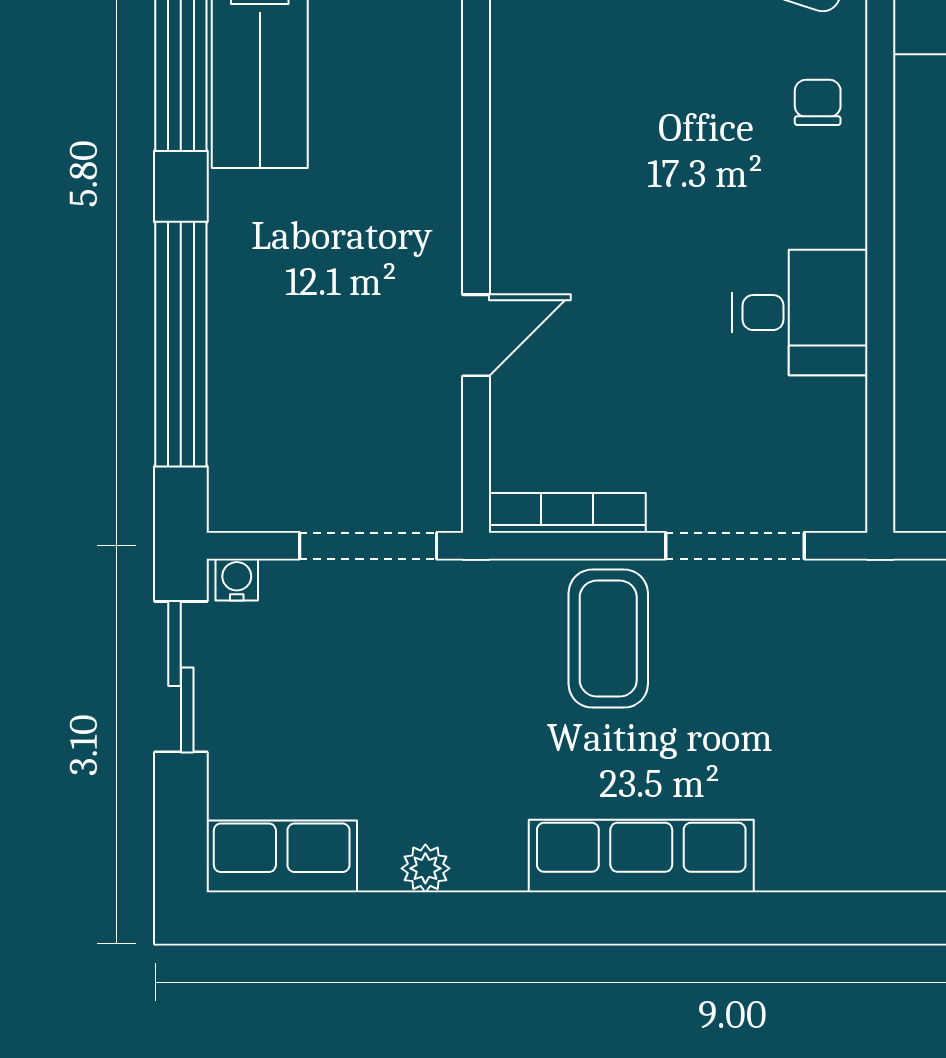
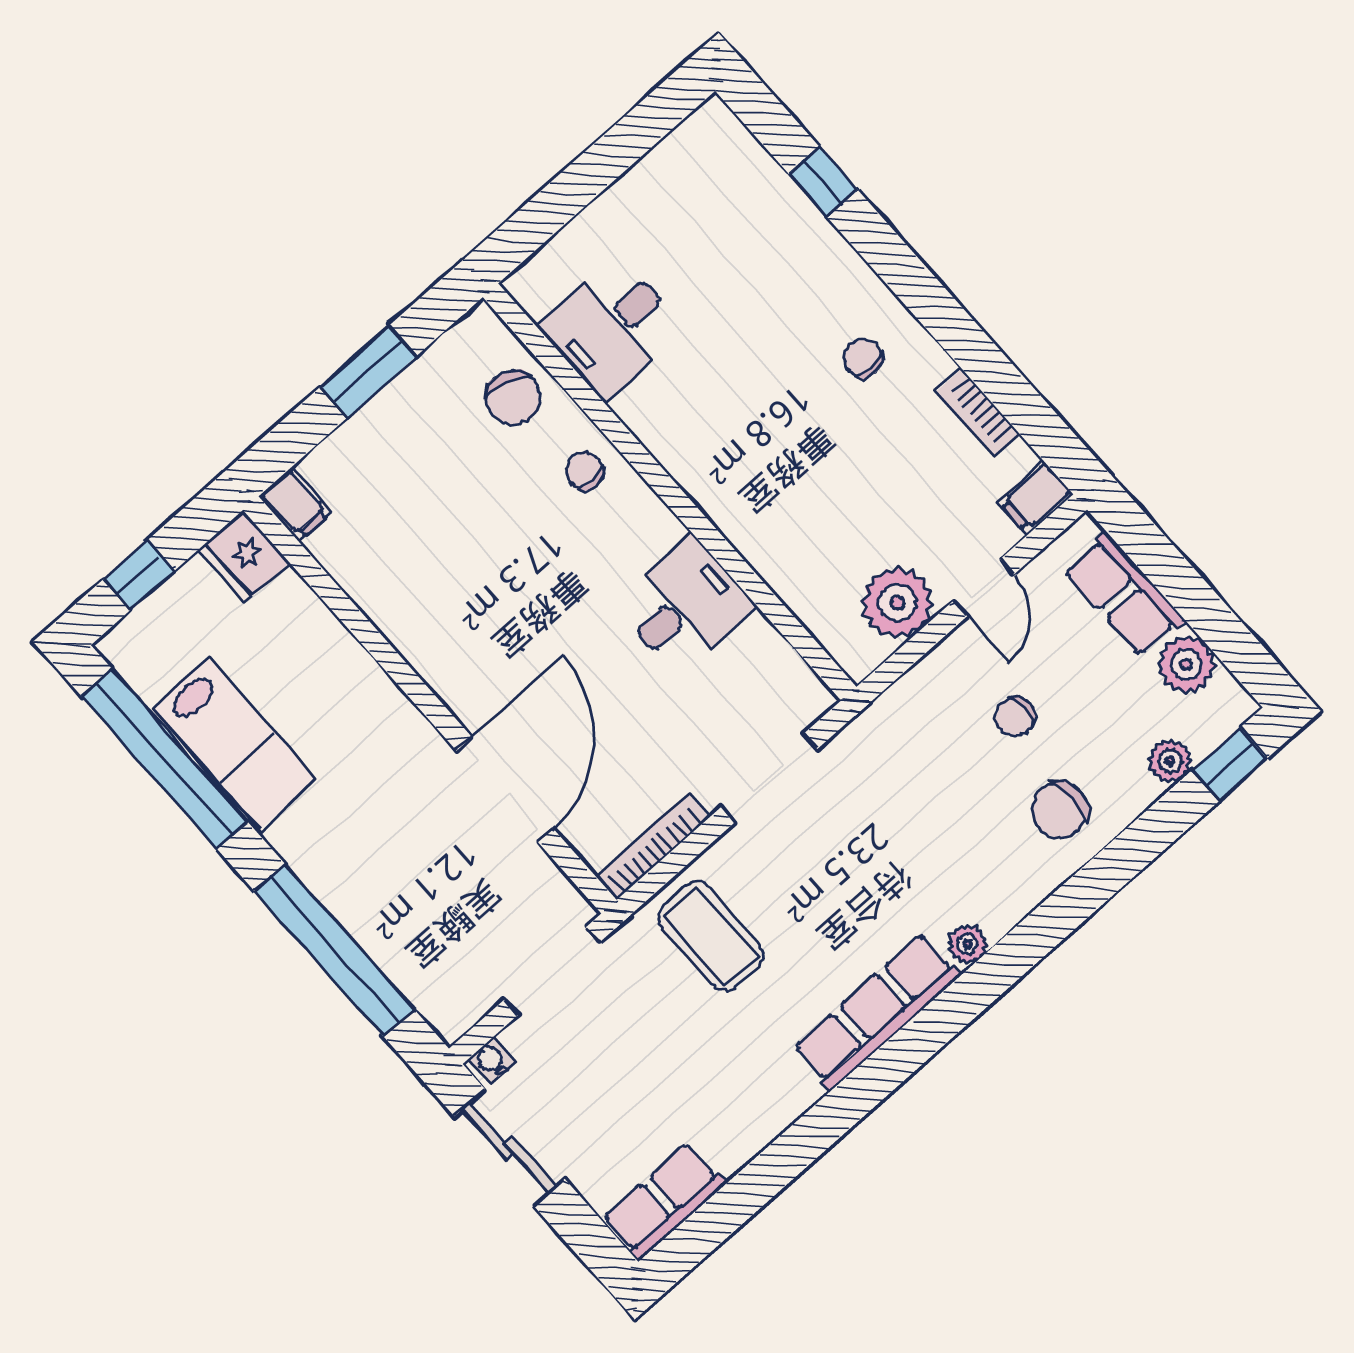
door: (476, 335) -> (505, 789), width x1.88
coffee table: (608, 639) -> (711, 936), moved
plant: (425, 868) -> (968, 944), moved

